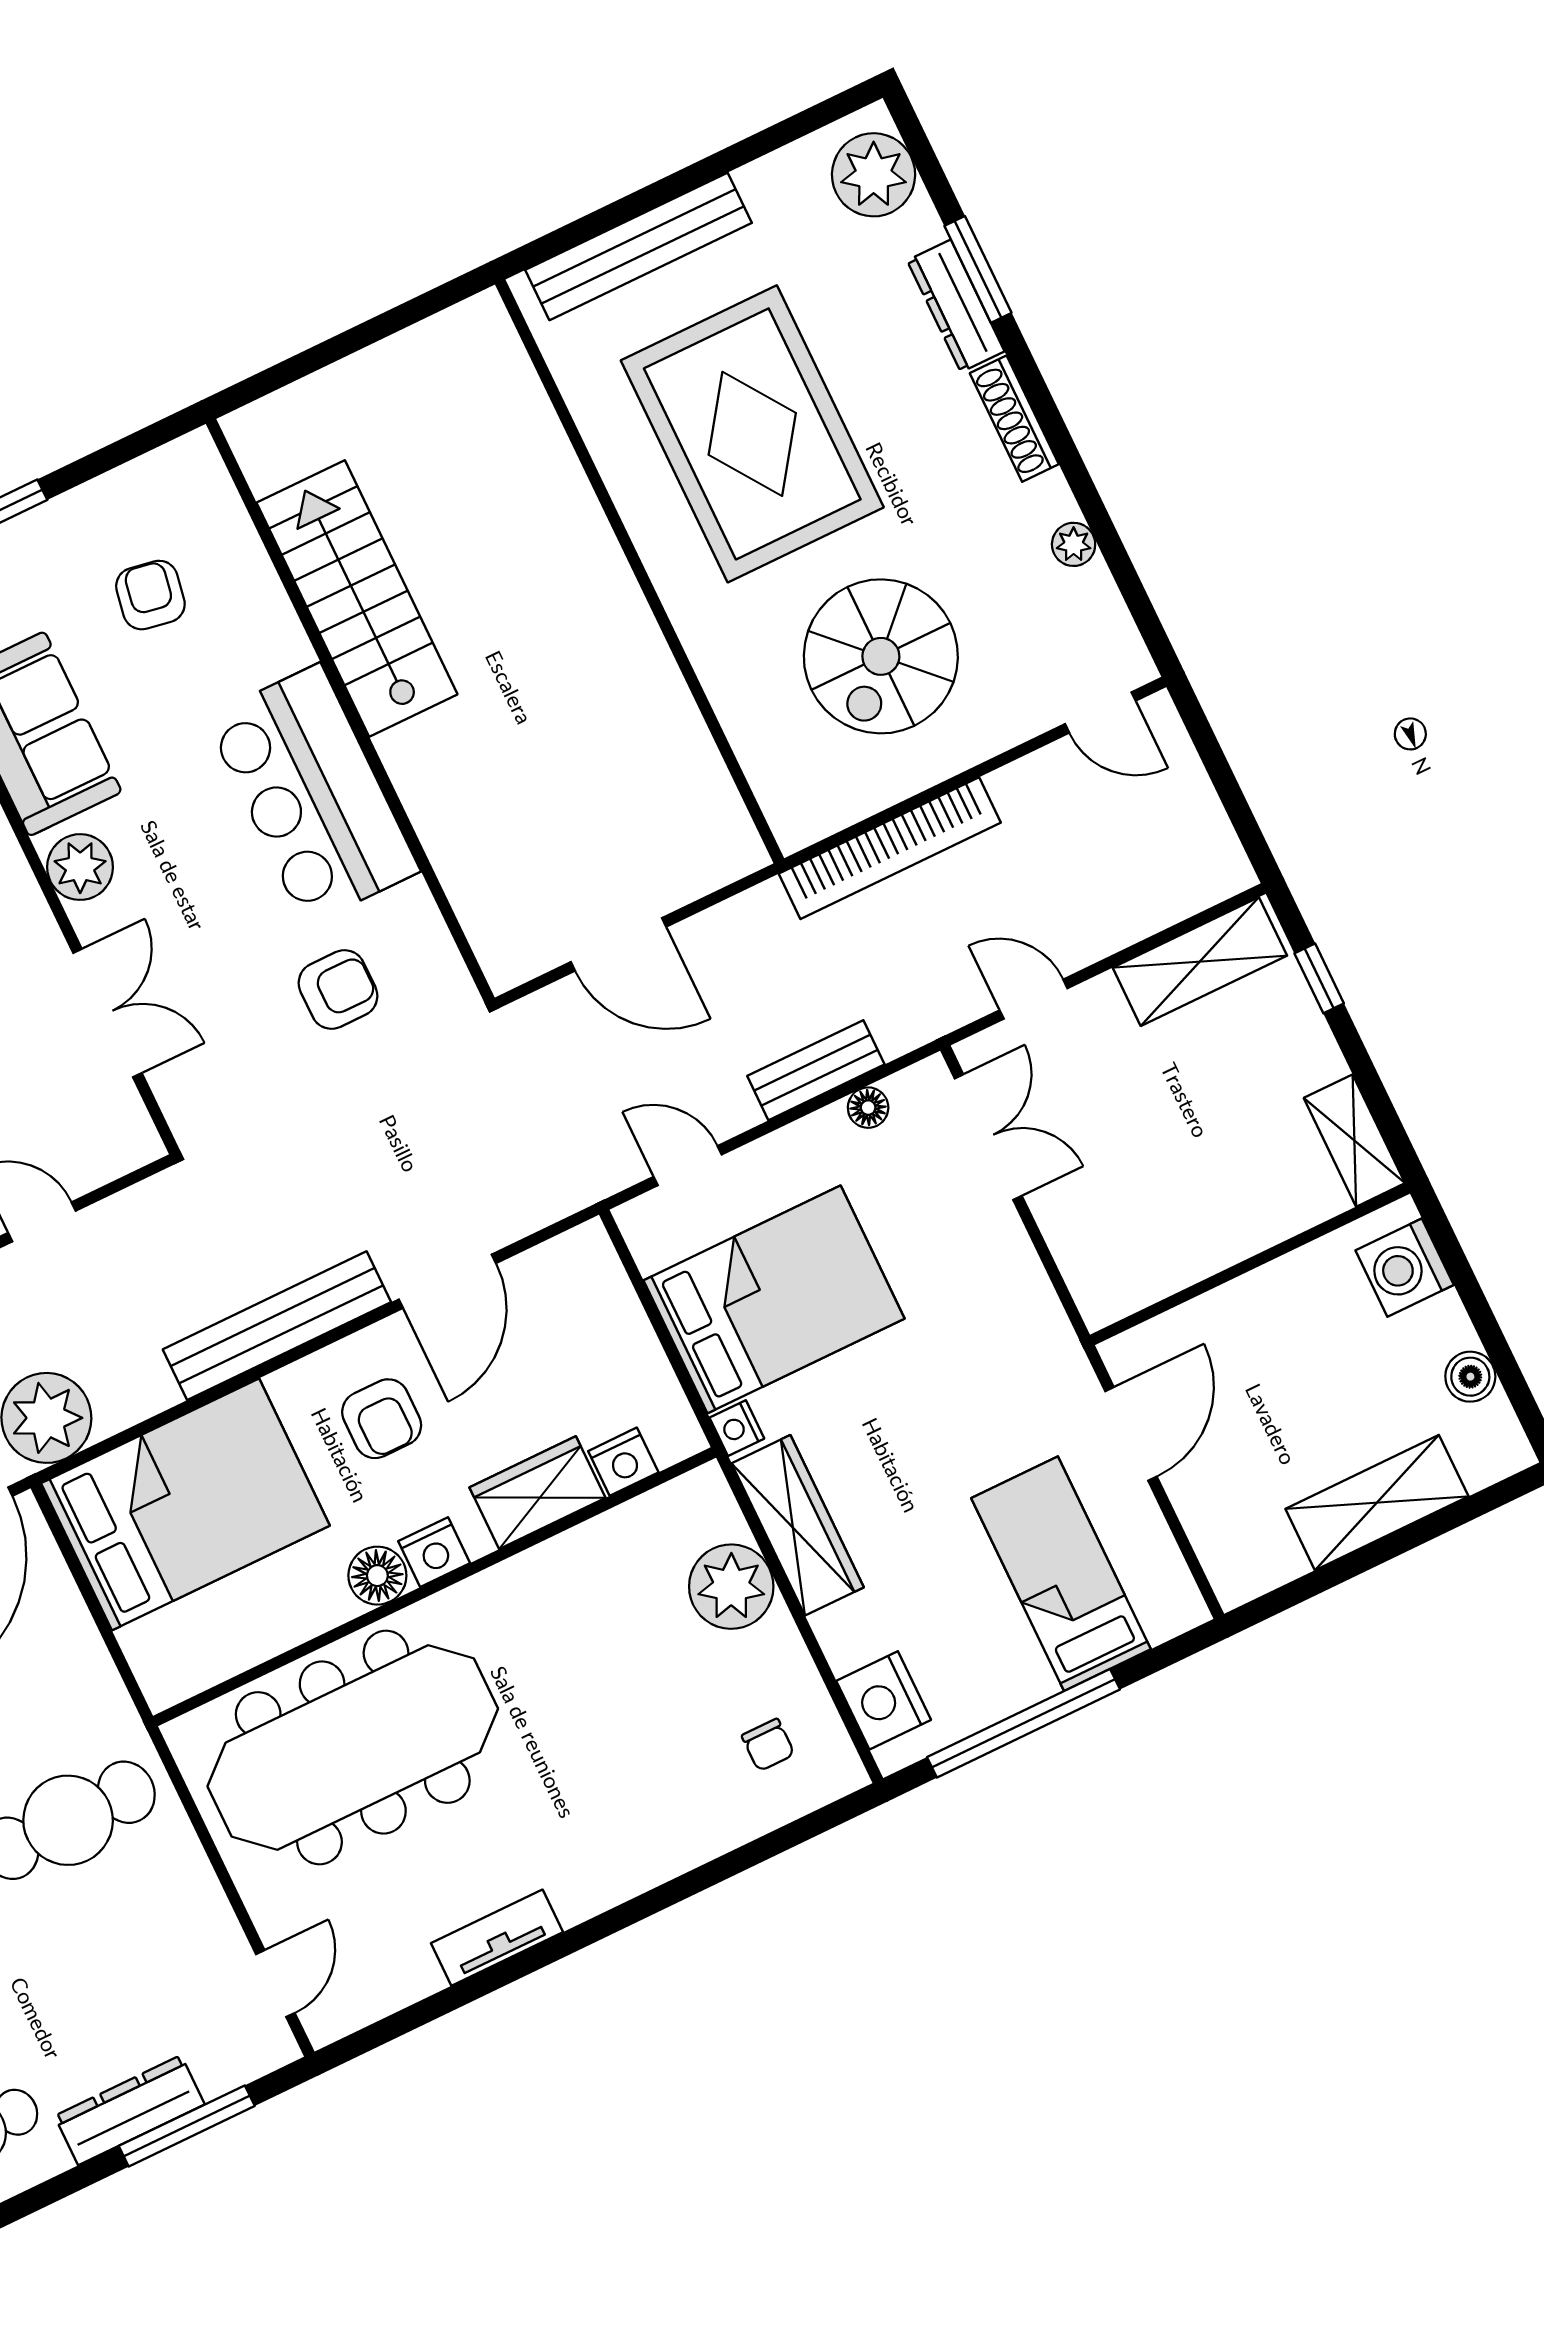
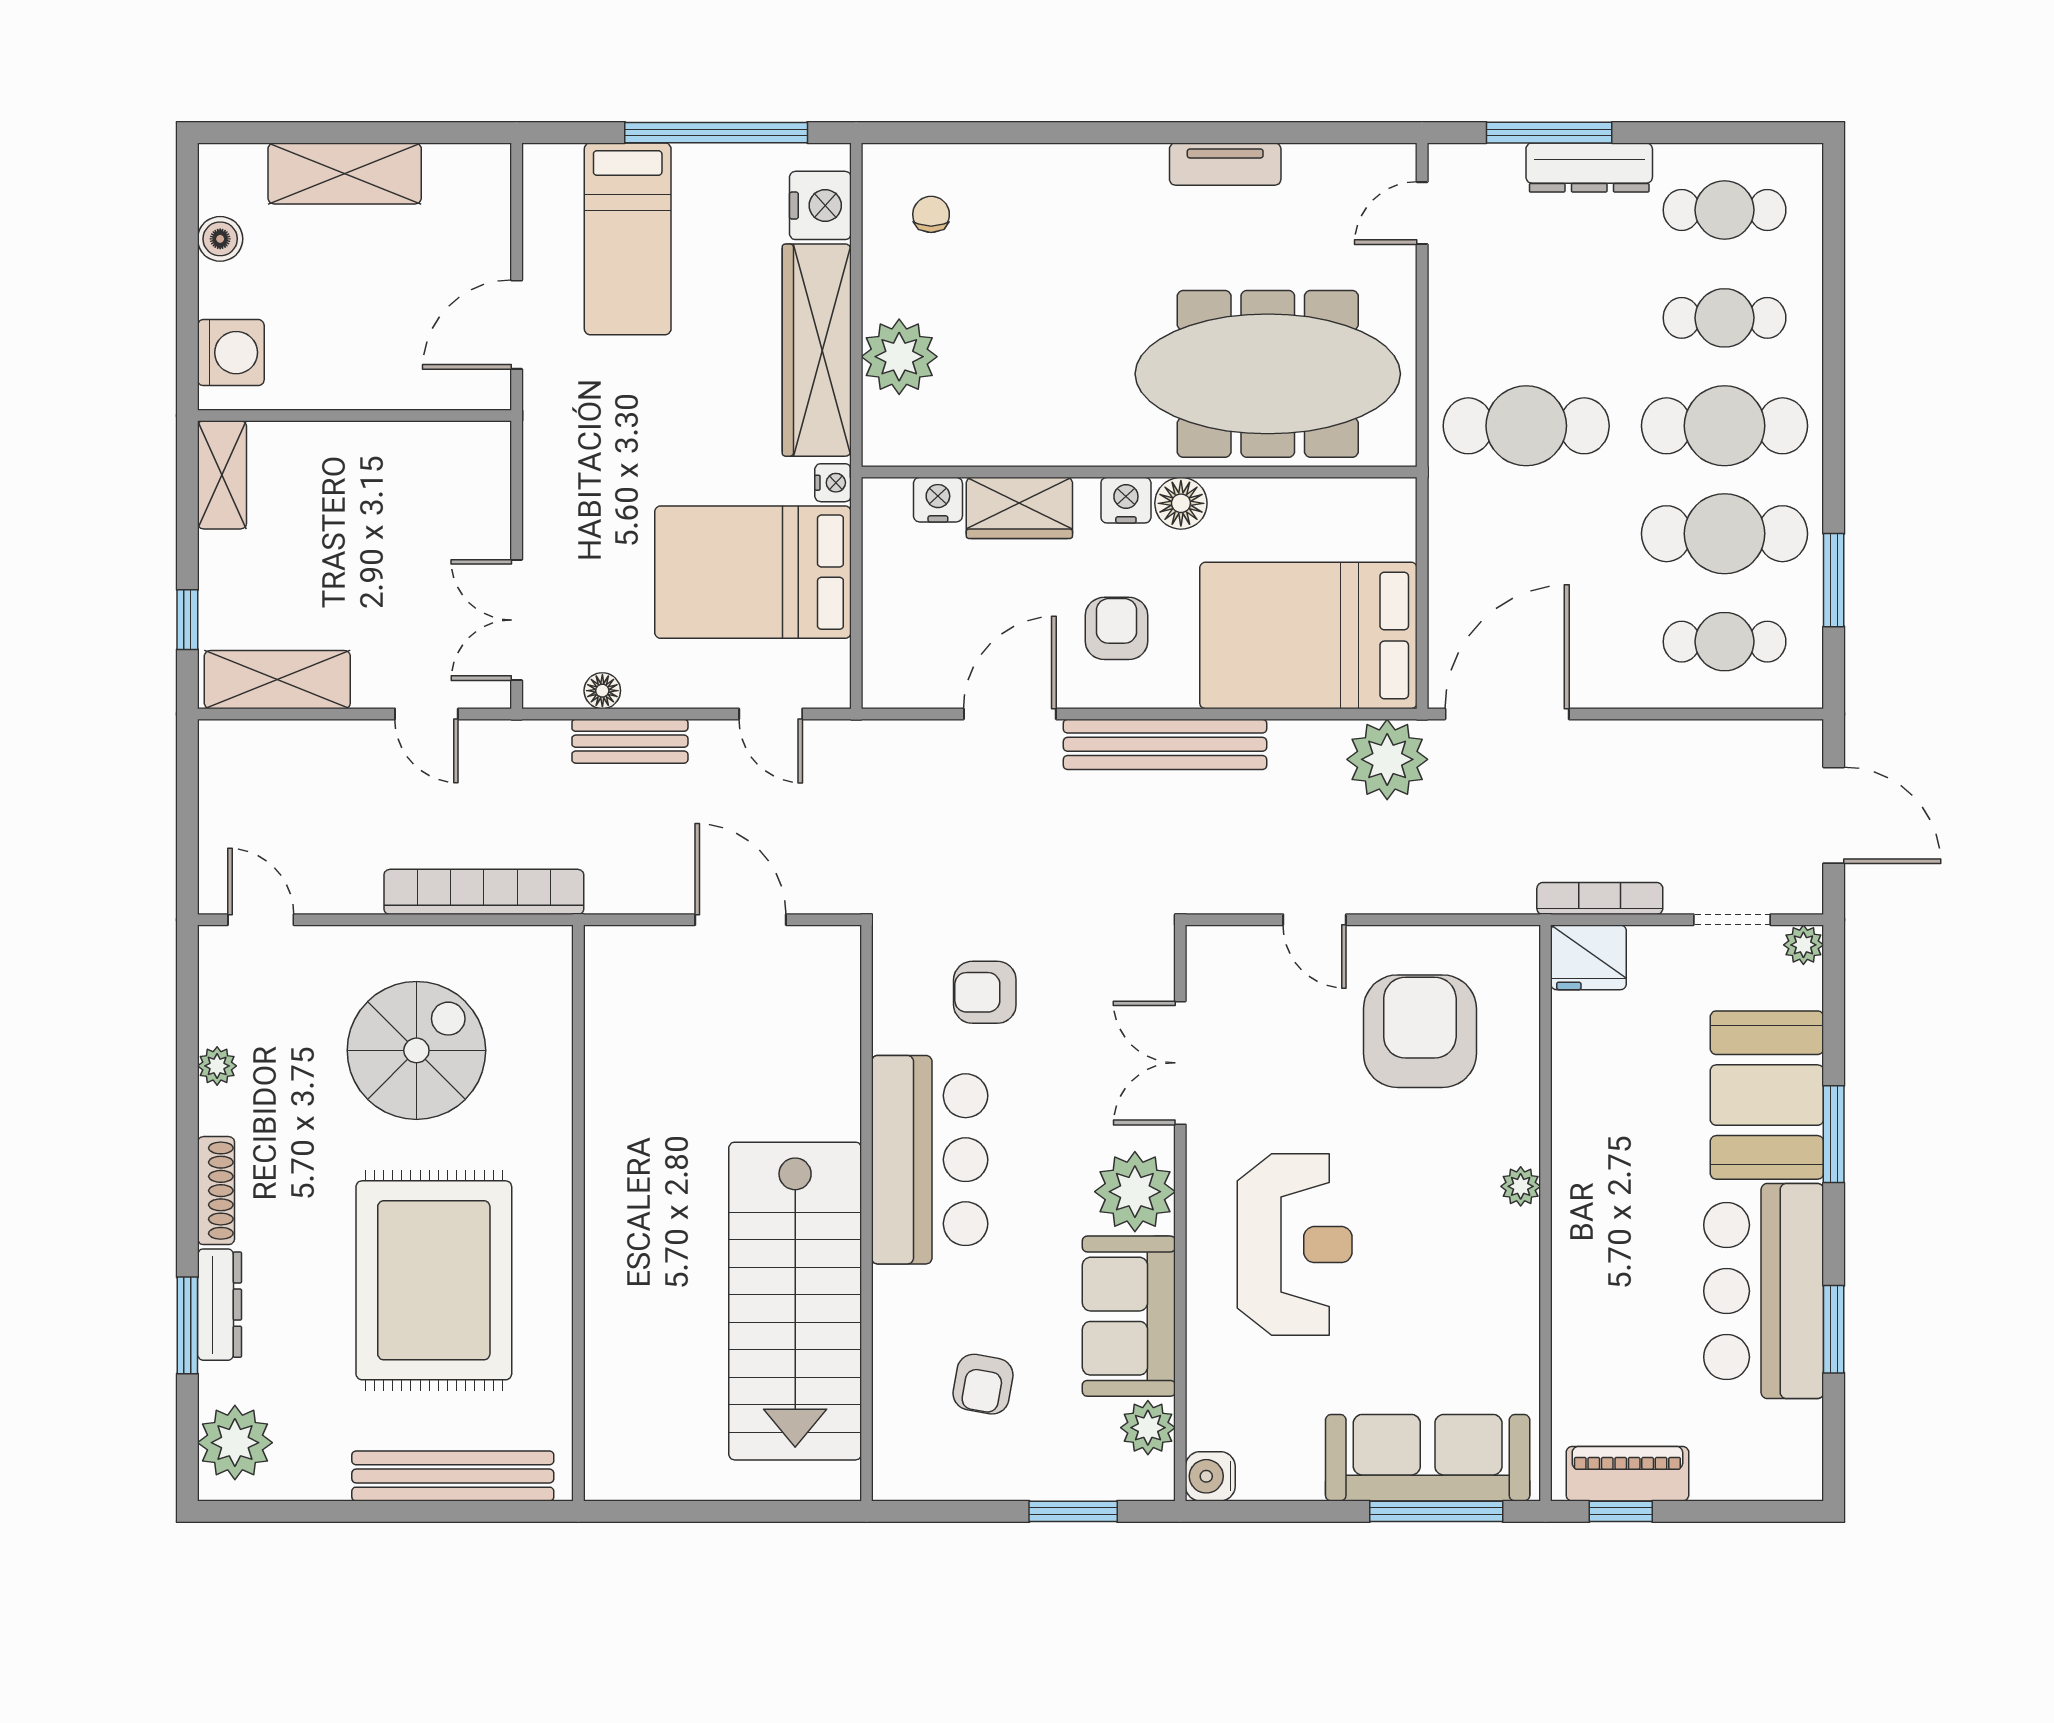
stairs: (357, 598) -> (795, 1301), width x1.36, depth x1.51
plant: (80, 867) -> (1135, 1192), width x1.36, depth x1.36
wardrobe: (798, 1525) -> (817, 350), width x1.40, depth x1.17

